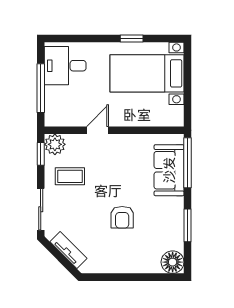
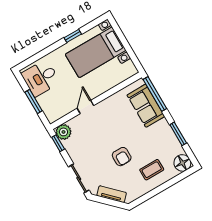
window: (41, 88) -> (34, 101), width x0.69
coffee table: (70, 176) -> (152, 170), moved
armchair: (122, 217) -> (122, 157), moved

